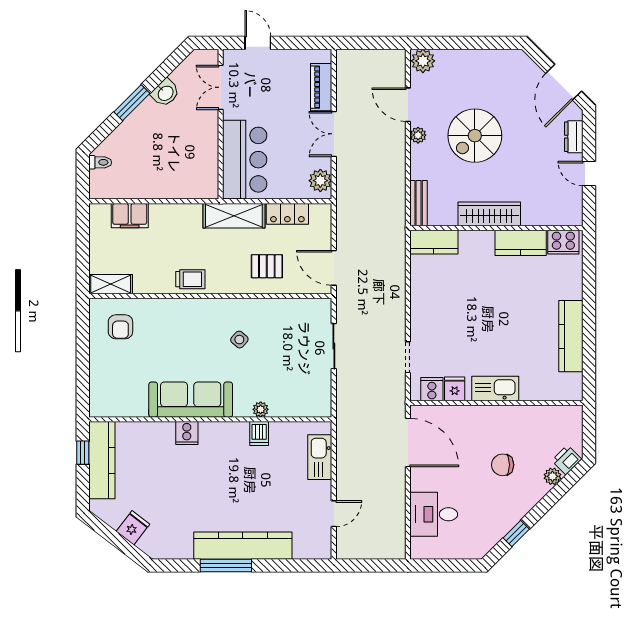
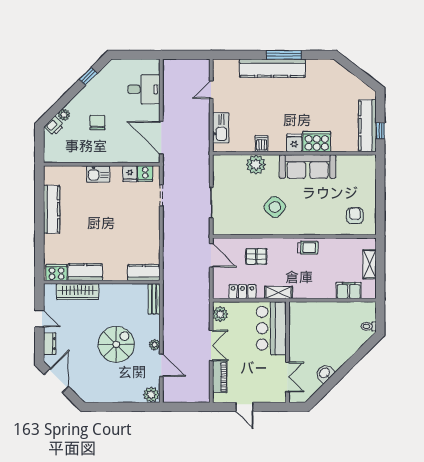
door: (258, 43) -> (244, 407), moved
window: (132, 103) -> (347, 367), removed
wardrobe: (489, 214) -> (78, 292), moved
shelving: (234, 216) -> (278, 292), width x0.67, depth x0.75
trolley: (190, 279) -> (308, 248), turned 180
shelving: (111, 284) -> (370, 264), moved, turned 90
side table: (239, 340) -> (275, 207), width x1.87, depth x1.87
kitchen sink: (495, 389) -> (98, 174), width x0.73
plant: (261, 409) -> (256, 165), width x1.87, depth x1.87
cooker: (187, 433) -> (317, 142), width x1.87, depth x1.31
chair: (503, 465) -> (97, 123), turned -90
fridge: (133, 528) -> (294, 143), moved, turned 142

